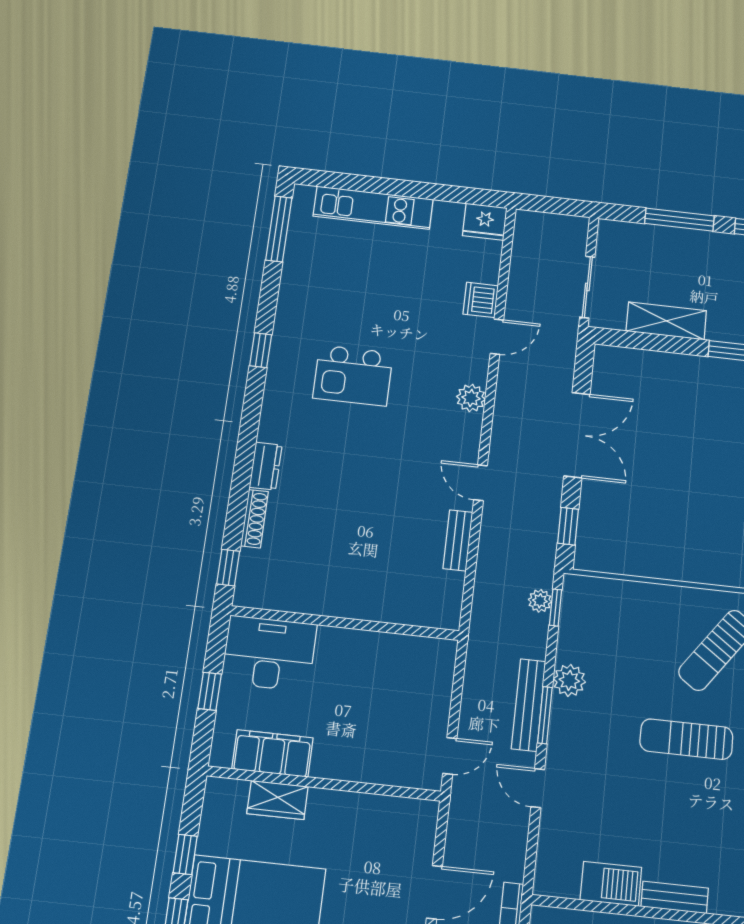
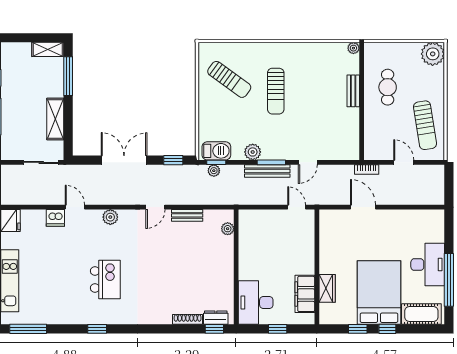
dresser: (266, 466) -> (216, 318), moved
plant: (423, 615) -> (228, 229), added
barbecue: (611, 884) -> (216, 151), moved, turned 90

